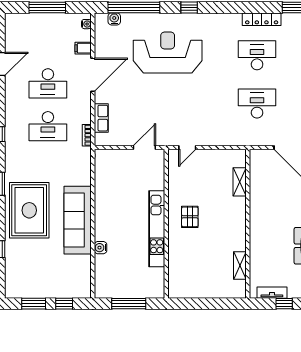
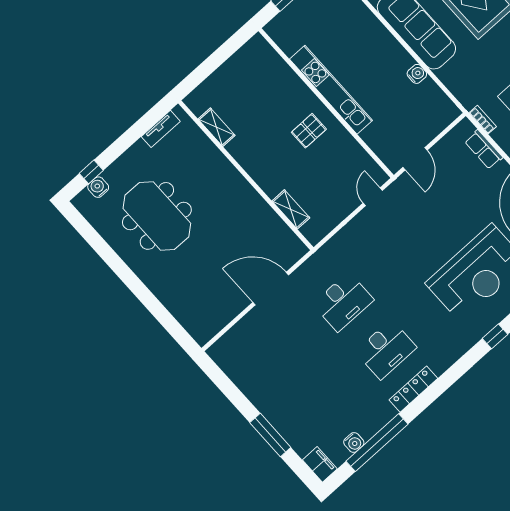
pallet: (190, 217) -> (309, 131), turned 90
water cooler: (101, 248) -> (417, 74), moved
window: (284, 304) -> (139, 129), removed

